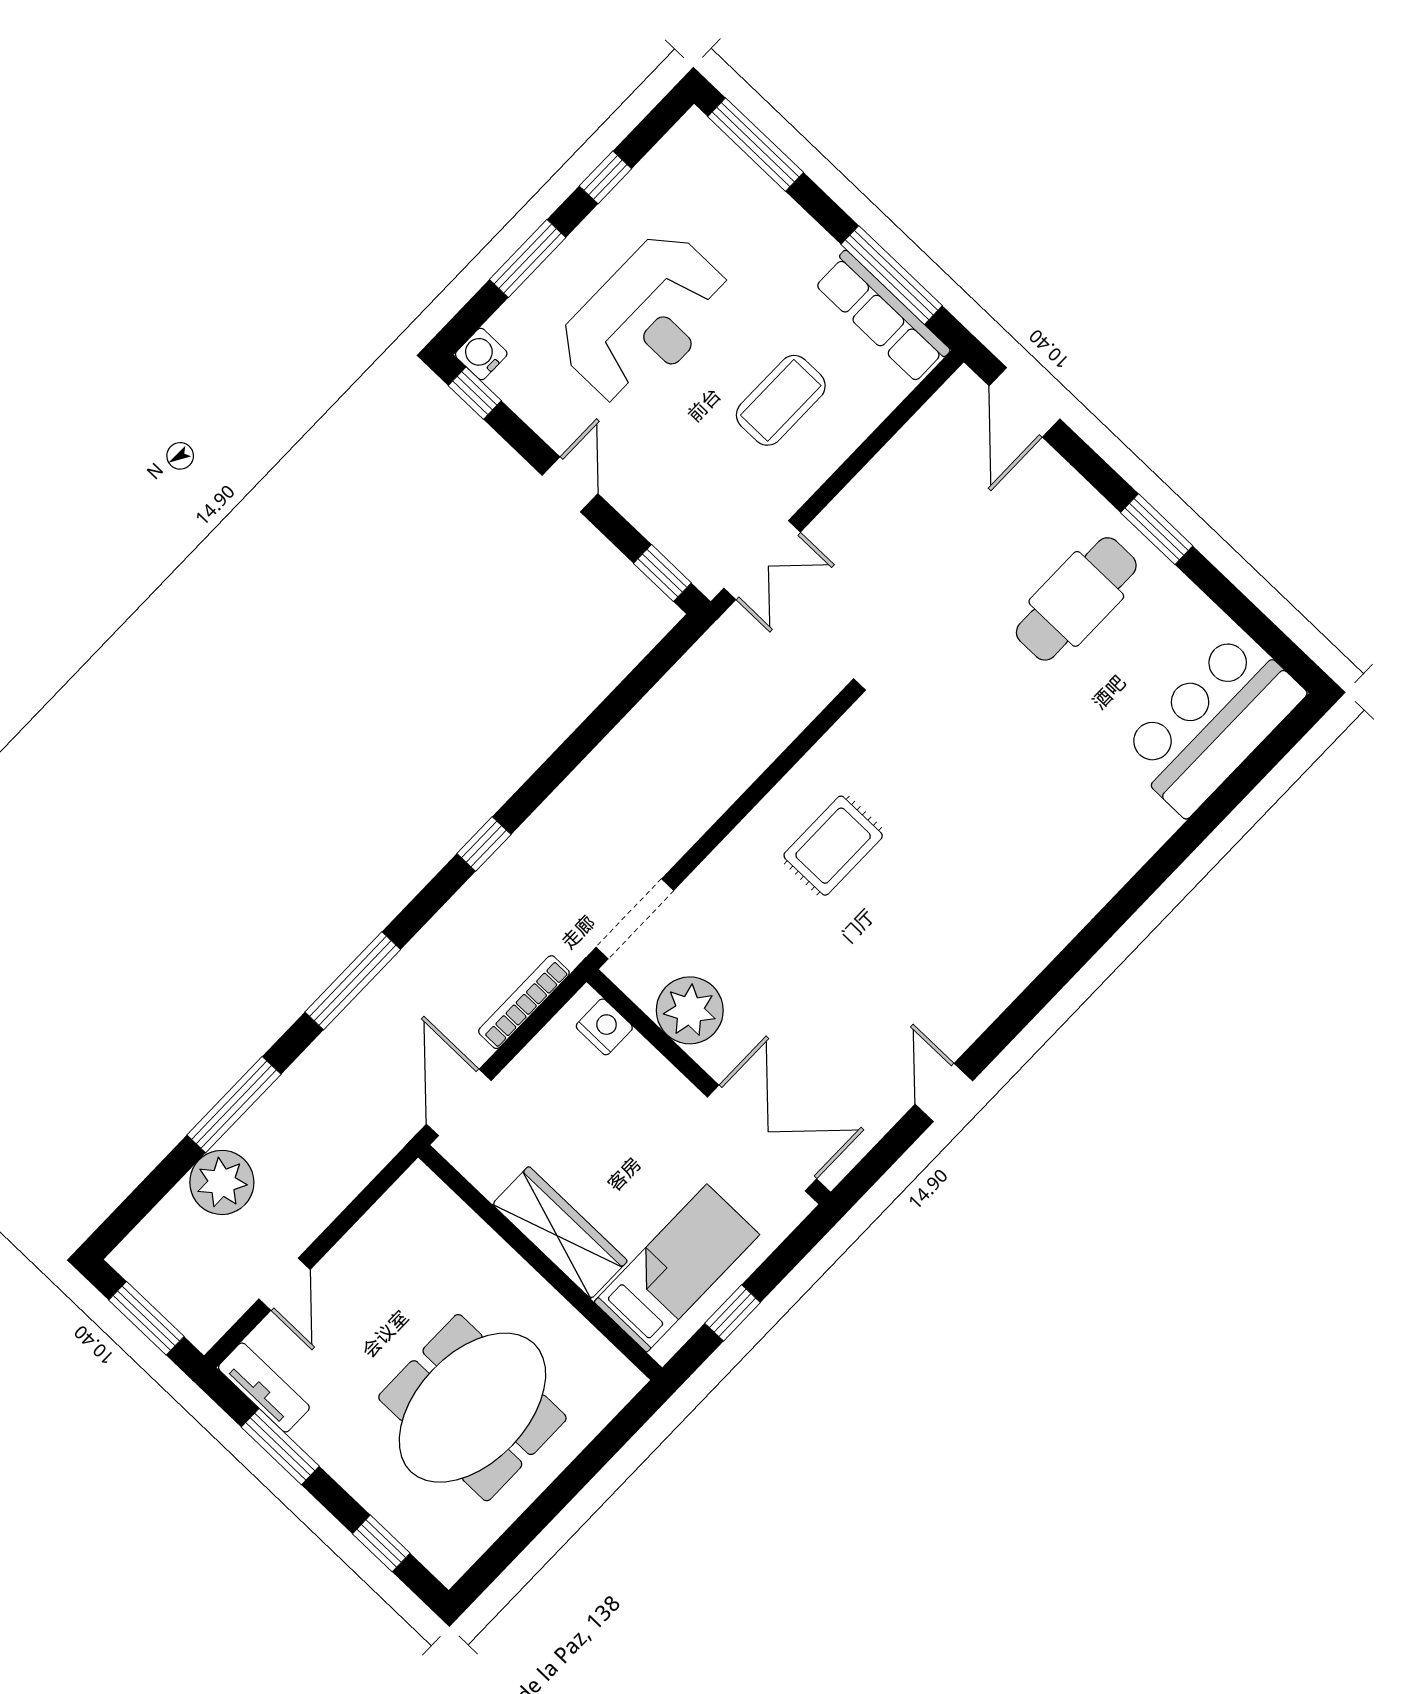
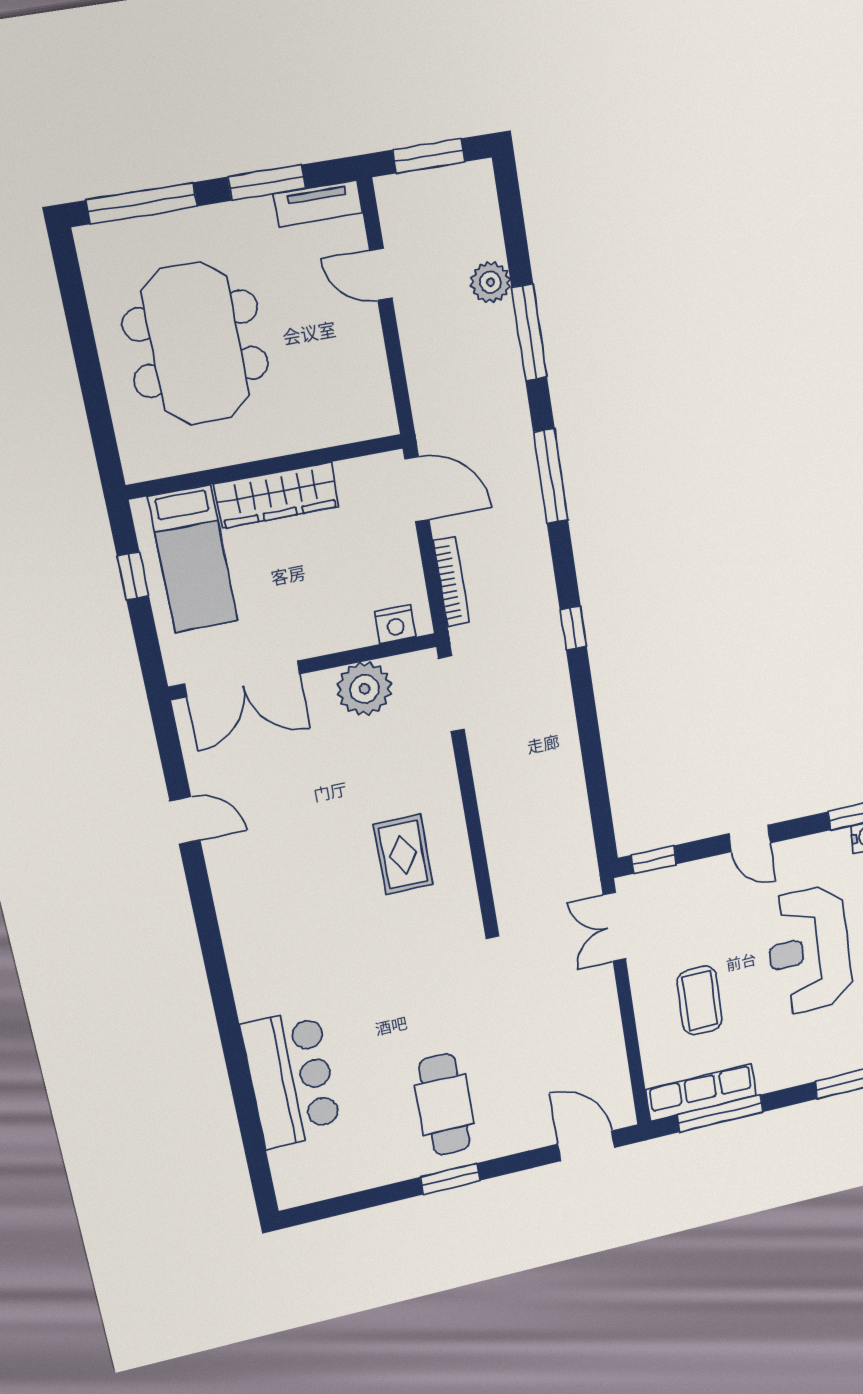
bar counter: (1212, 723) -> (291, 1079), moved
plant: (222, 1182) -> (490, 282), width x0.73, depth x0.73
window: (381, 1543) -> (142, 203), width x2.17

